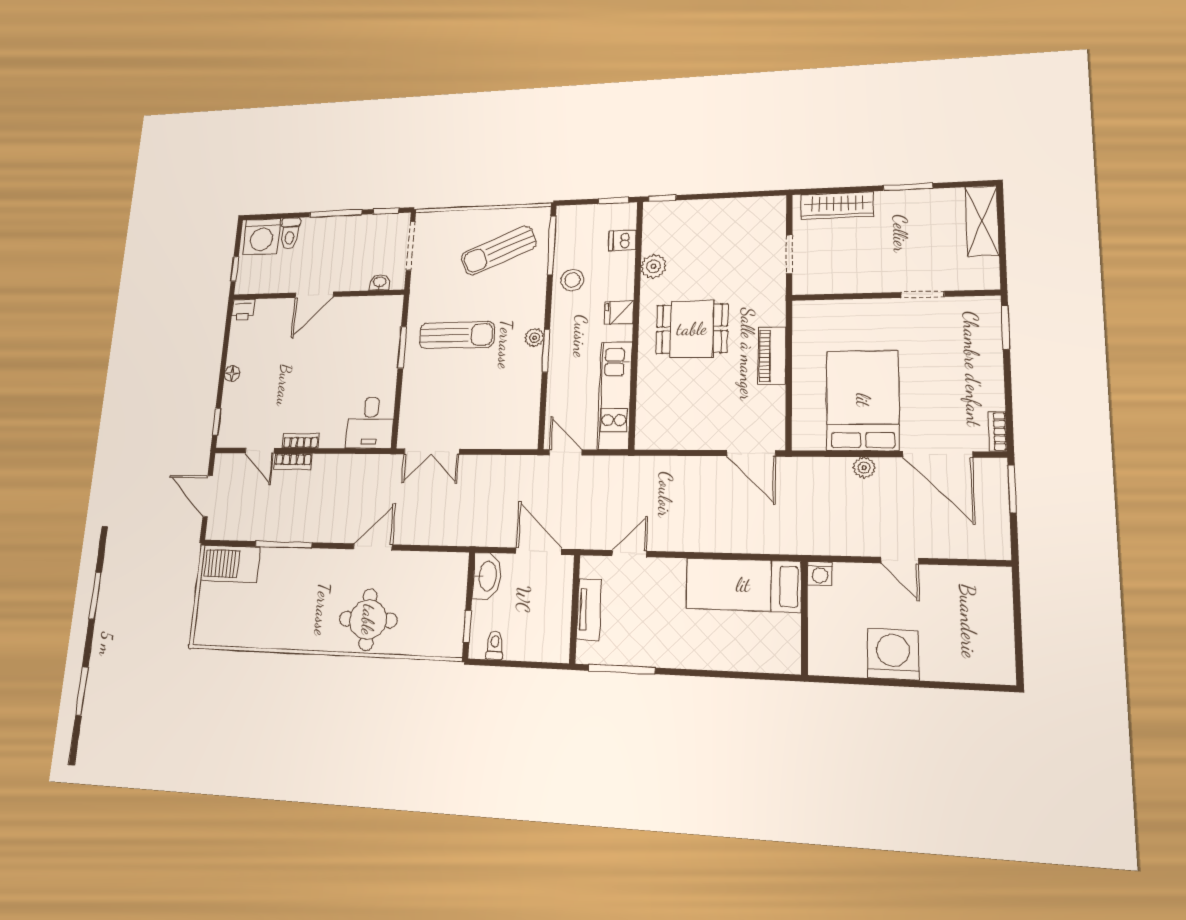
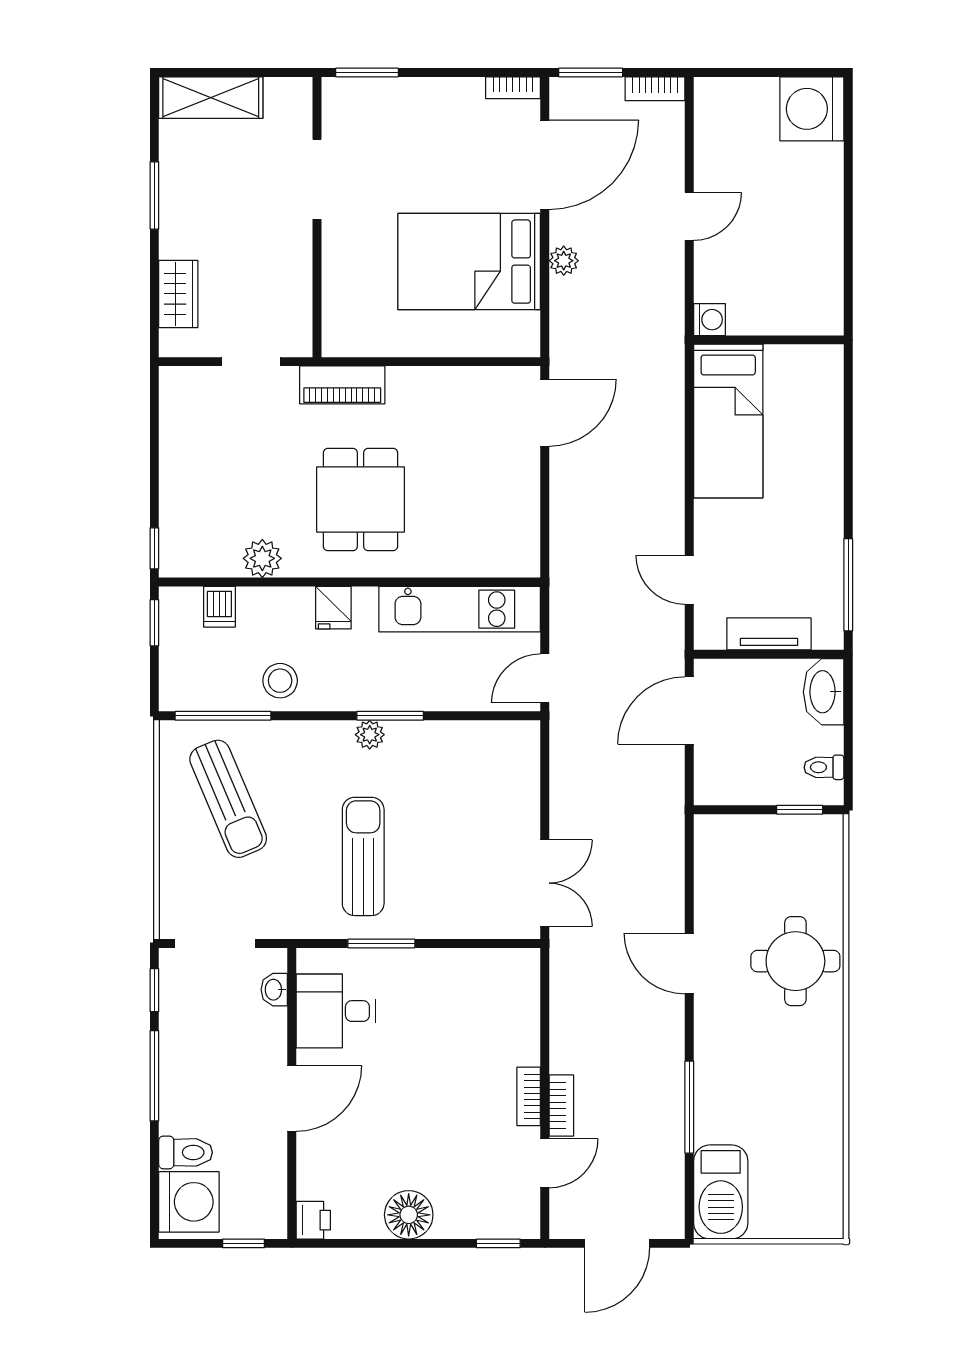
wardrobe: (837, 206) -> (178, 294), width x0.67
doorway: (923, 294) -> (317, 179), width x1.38
door: (314, 295) -> (292, 1099), hinge flipped
piano: (772, 356) -> (342, 385), moved
floor lamp: (232, 374) -> (409, 1215), width x1.89, depth x1.89
desk: (370, 423) -> (336, 1011), moved, turned 180
bookcase: (1001, 537) -> (655, 89), added
washbasin: (487, 576) -> (824, 692), moved, turned -90
washing machine: (893, 654) -> (812, 109), moved

